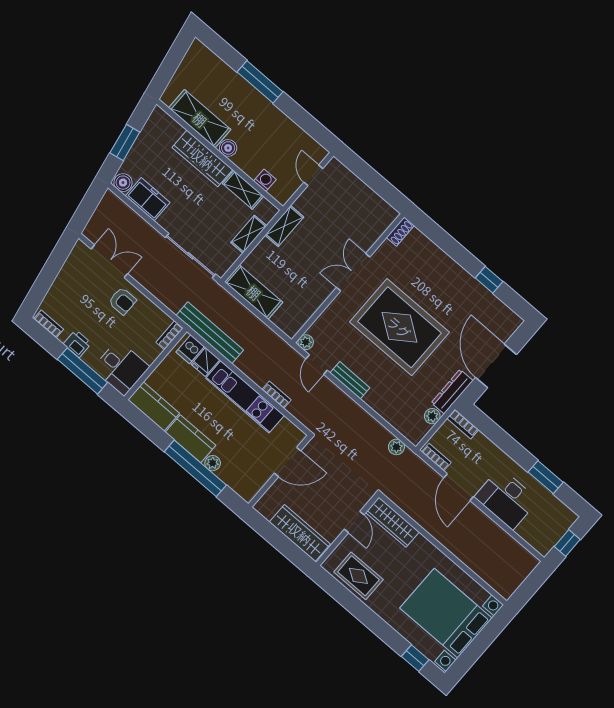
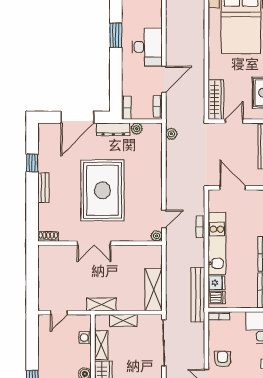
bench: (350, 380) -> (44, 188), moved

